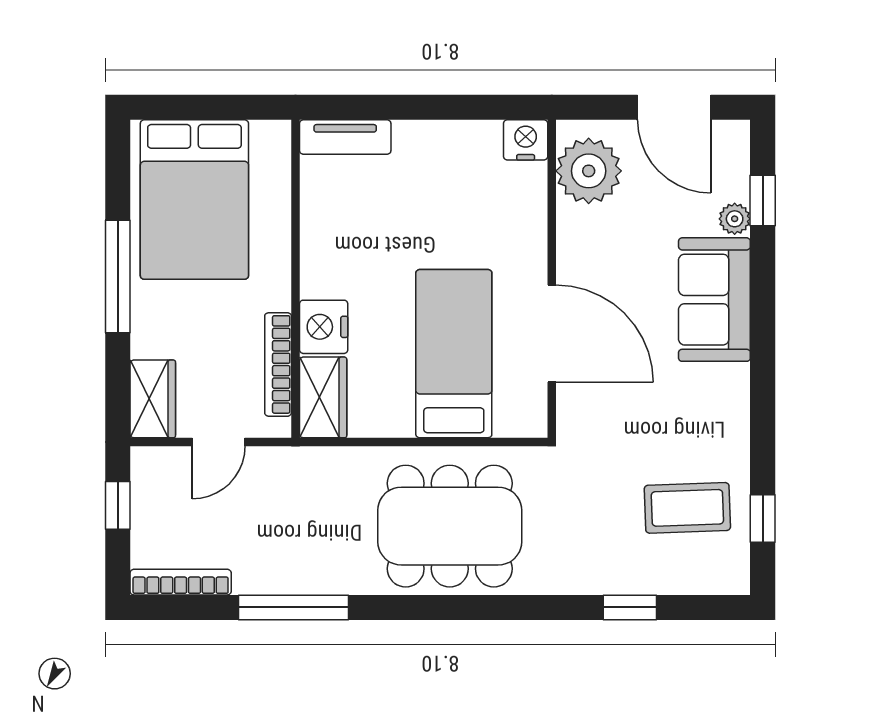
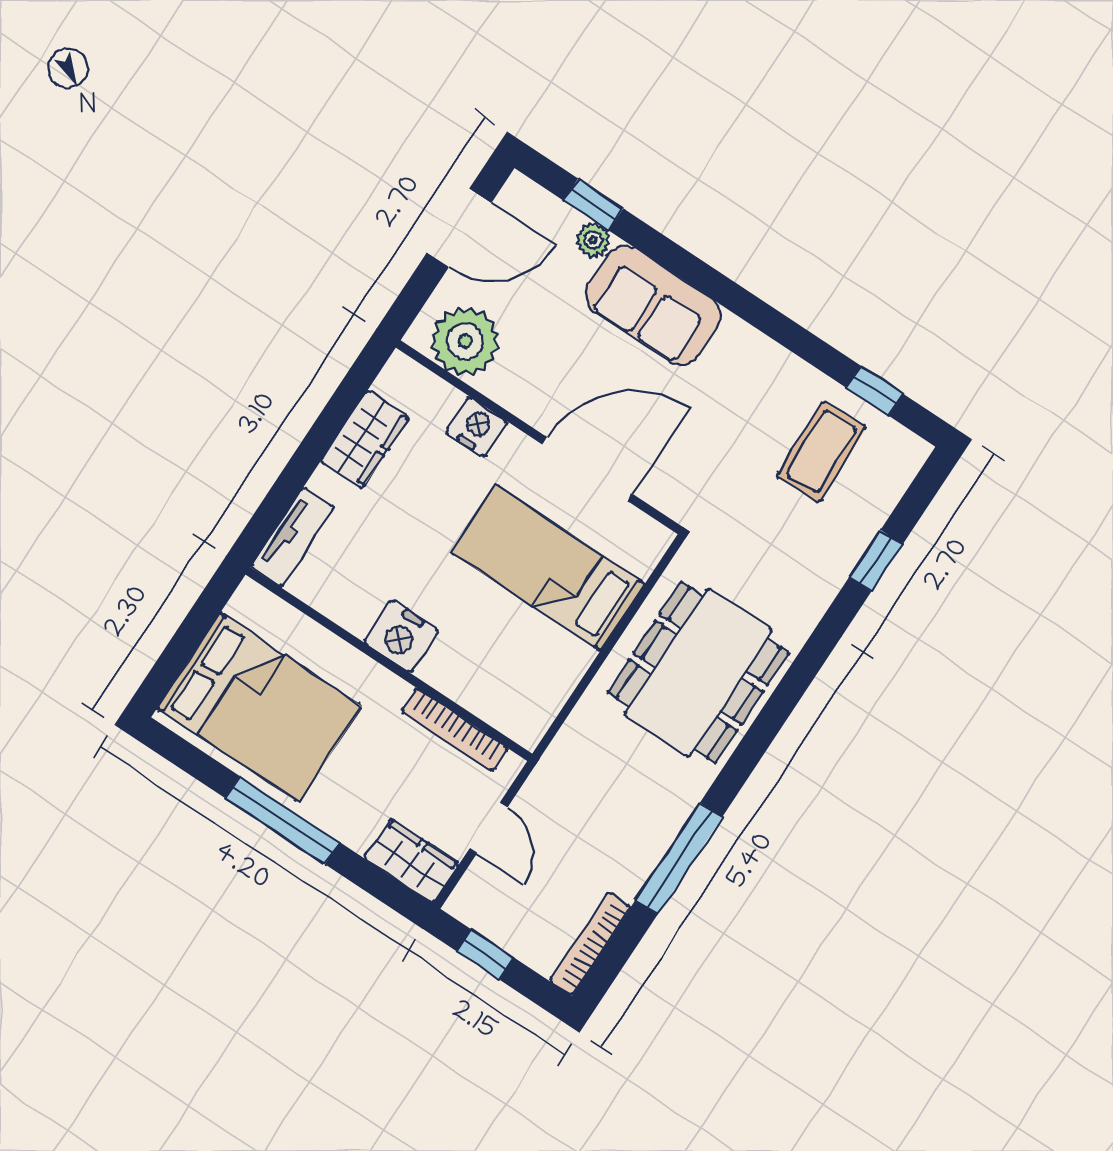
nightstand: (526, 140) -> (476, 427), moved, turned 90
nightstand: (324, 327) -> (401, 636), moved
wardrobe: (323, 397) -> (365, 439), moved, turned 90

